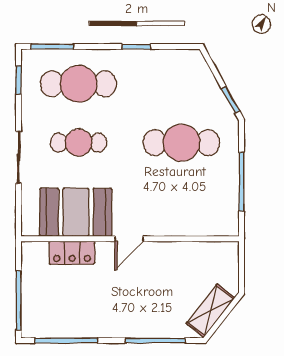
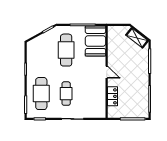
booth: (76, 212) -> (95, 41), moved

